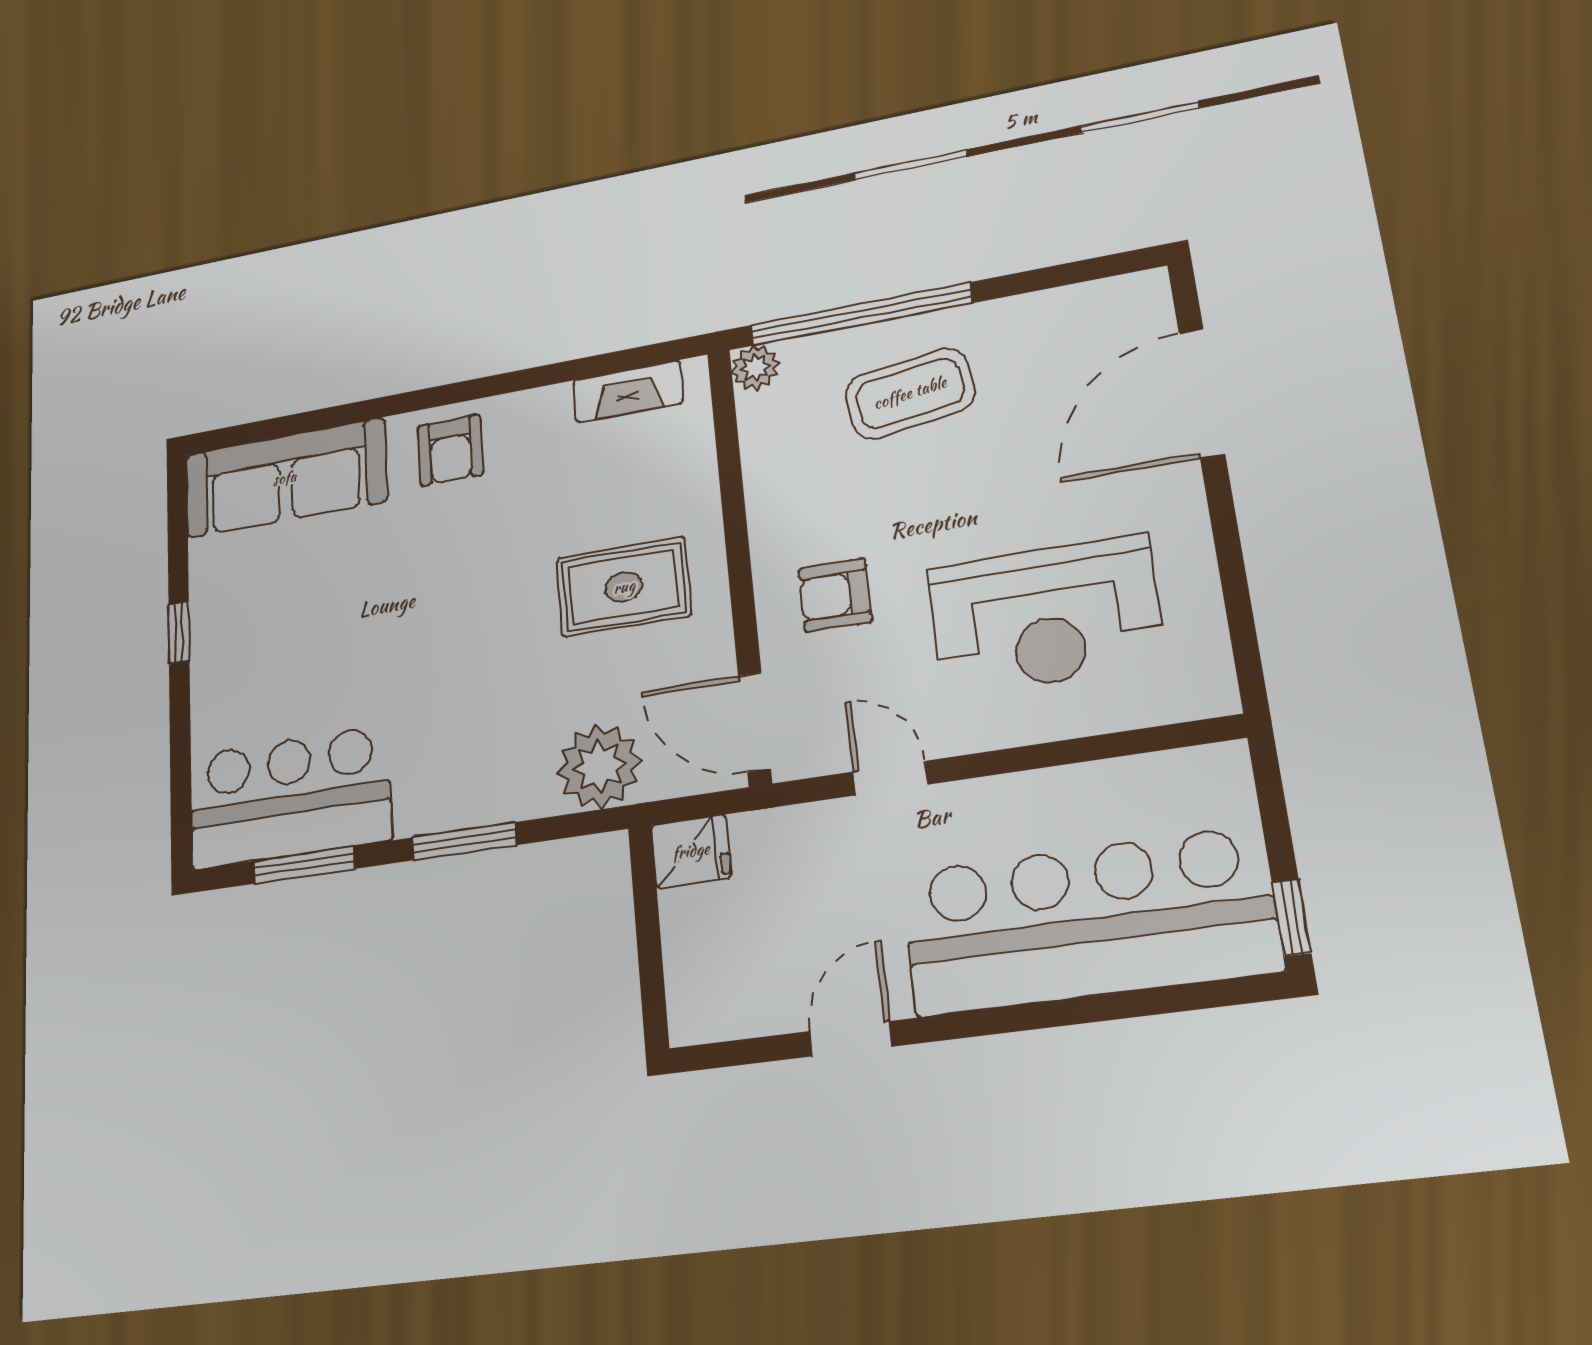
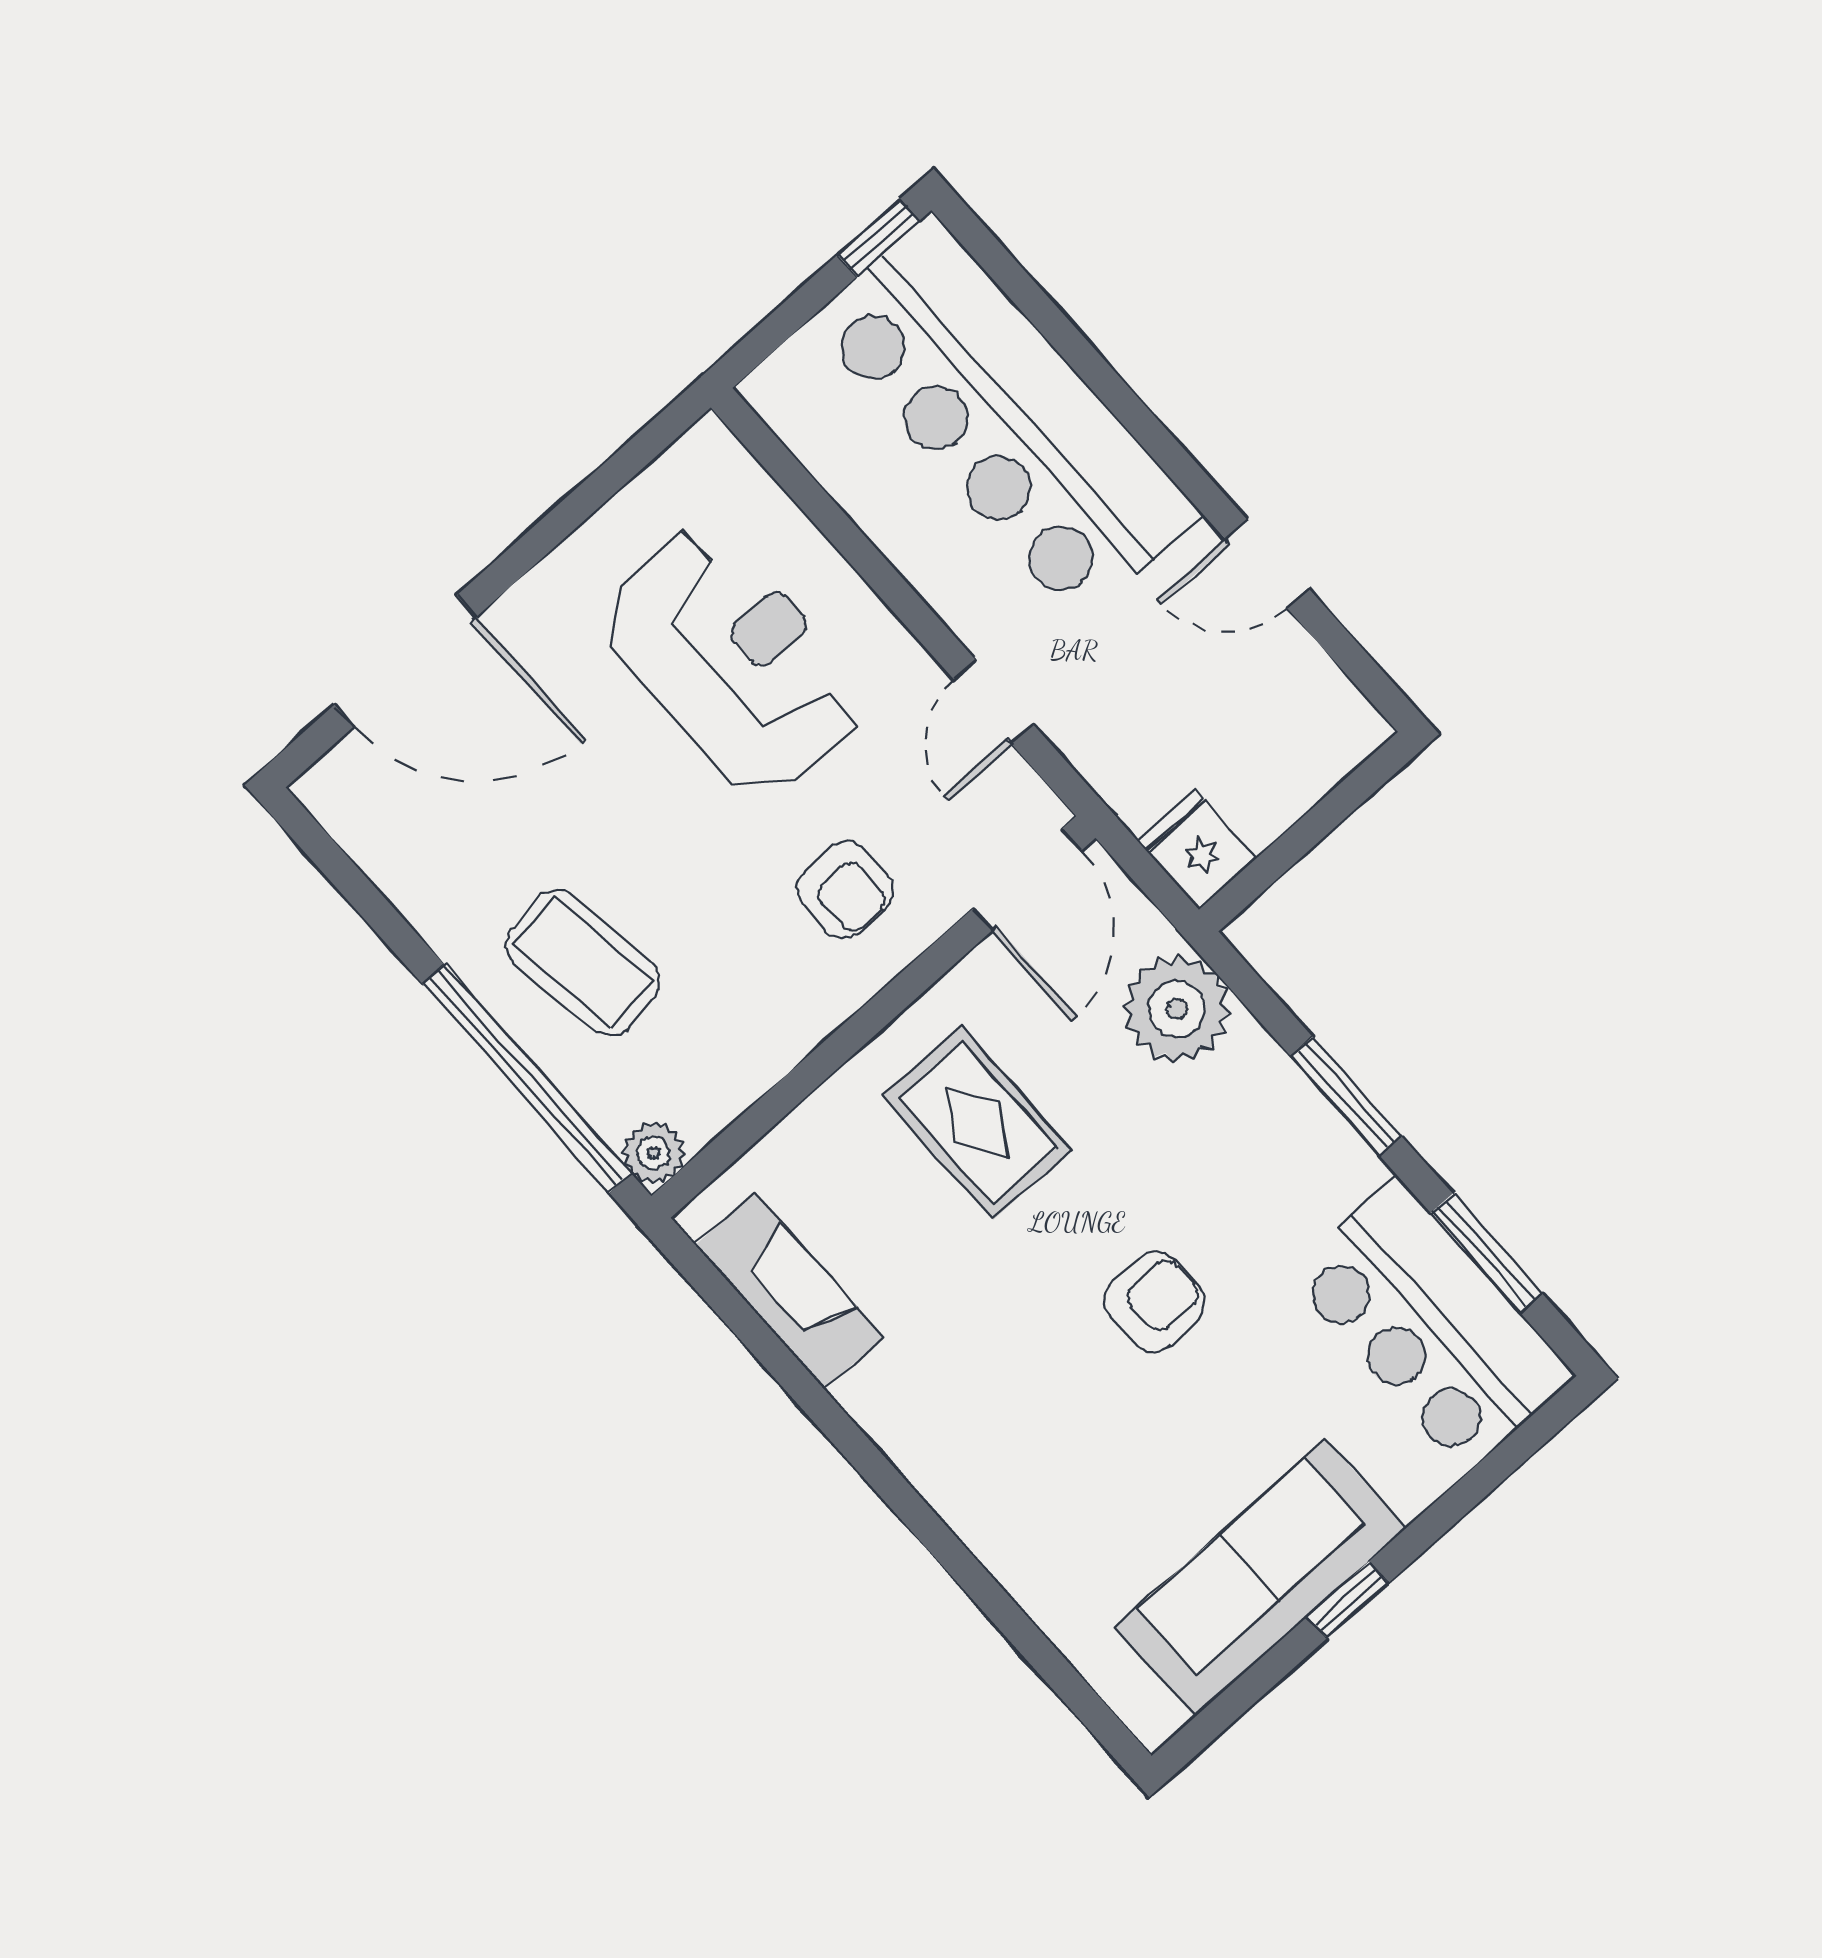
fireplace: (628, 391) -> (789, 1291), width x1.37, depth x1.32
armchair: (450, 450) -> (1155, 1302), moved
sofa: (285, 478) -> (1260, 1578), moved, turned -90

